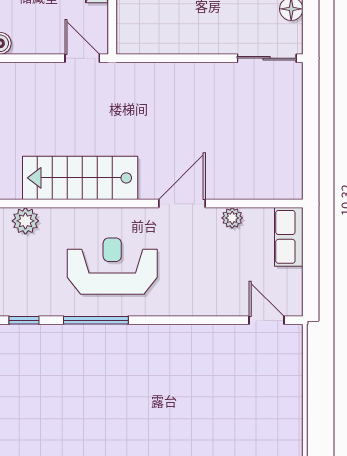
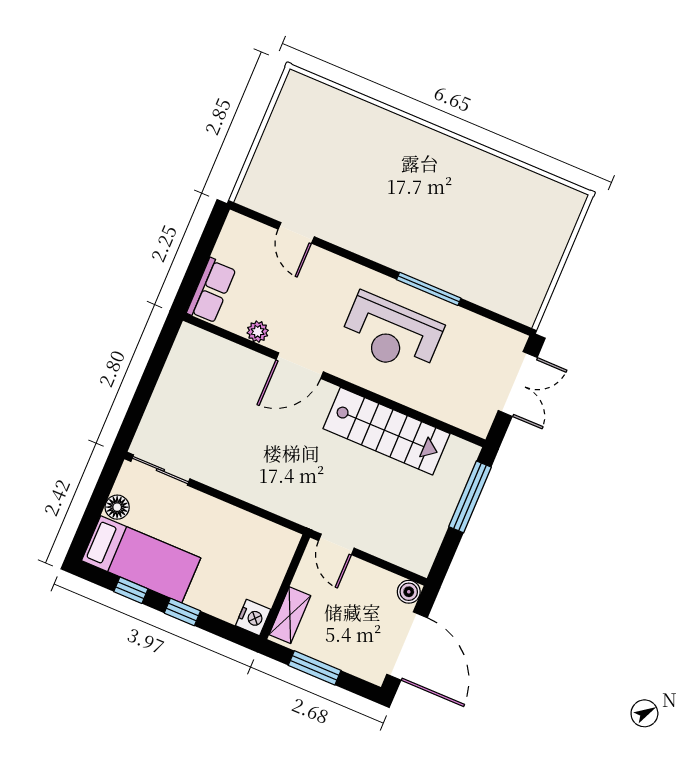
plant: (25, 221) -> (456, 412), removed
window: (24, 320) -> (497, 318), removed
door: (267, 320) -> (296, 233), moved

